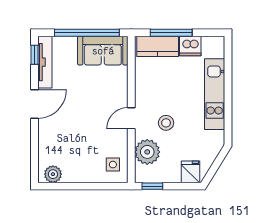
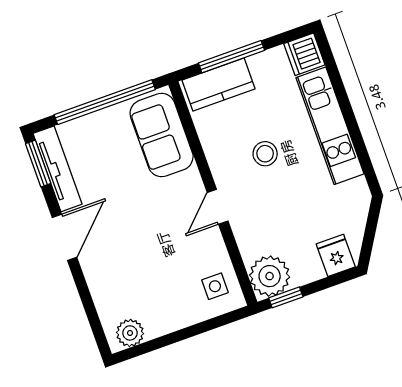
dishwasher: (190, 46) -> (304, 54), moved, turned 90
sofa: (103, 51) -> (162, 135), moved, turned 90
window: (34, 55) -> (38, 164), width x1.50
stool: (166, 123) -> (265, 154), moved
plant: (147, 152) -> (270, 276), moved

